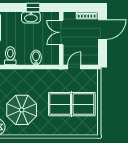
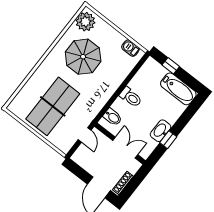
toilet: (10, 56) -> (131, 97), moved
bidet: (36, 57) -> (113, 117), moved

